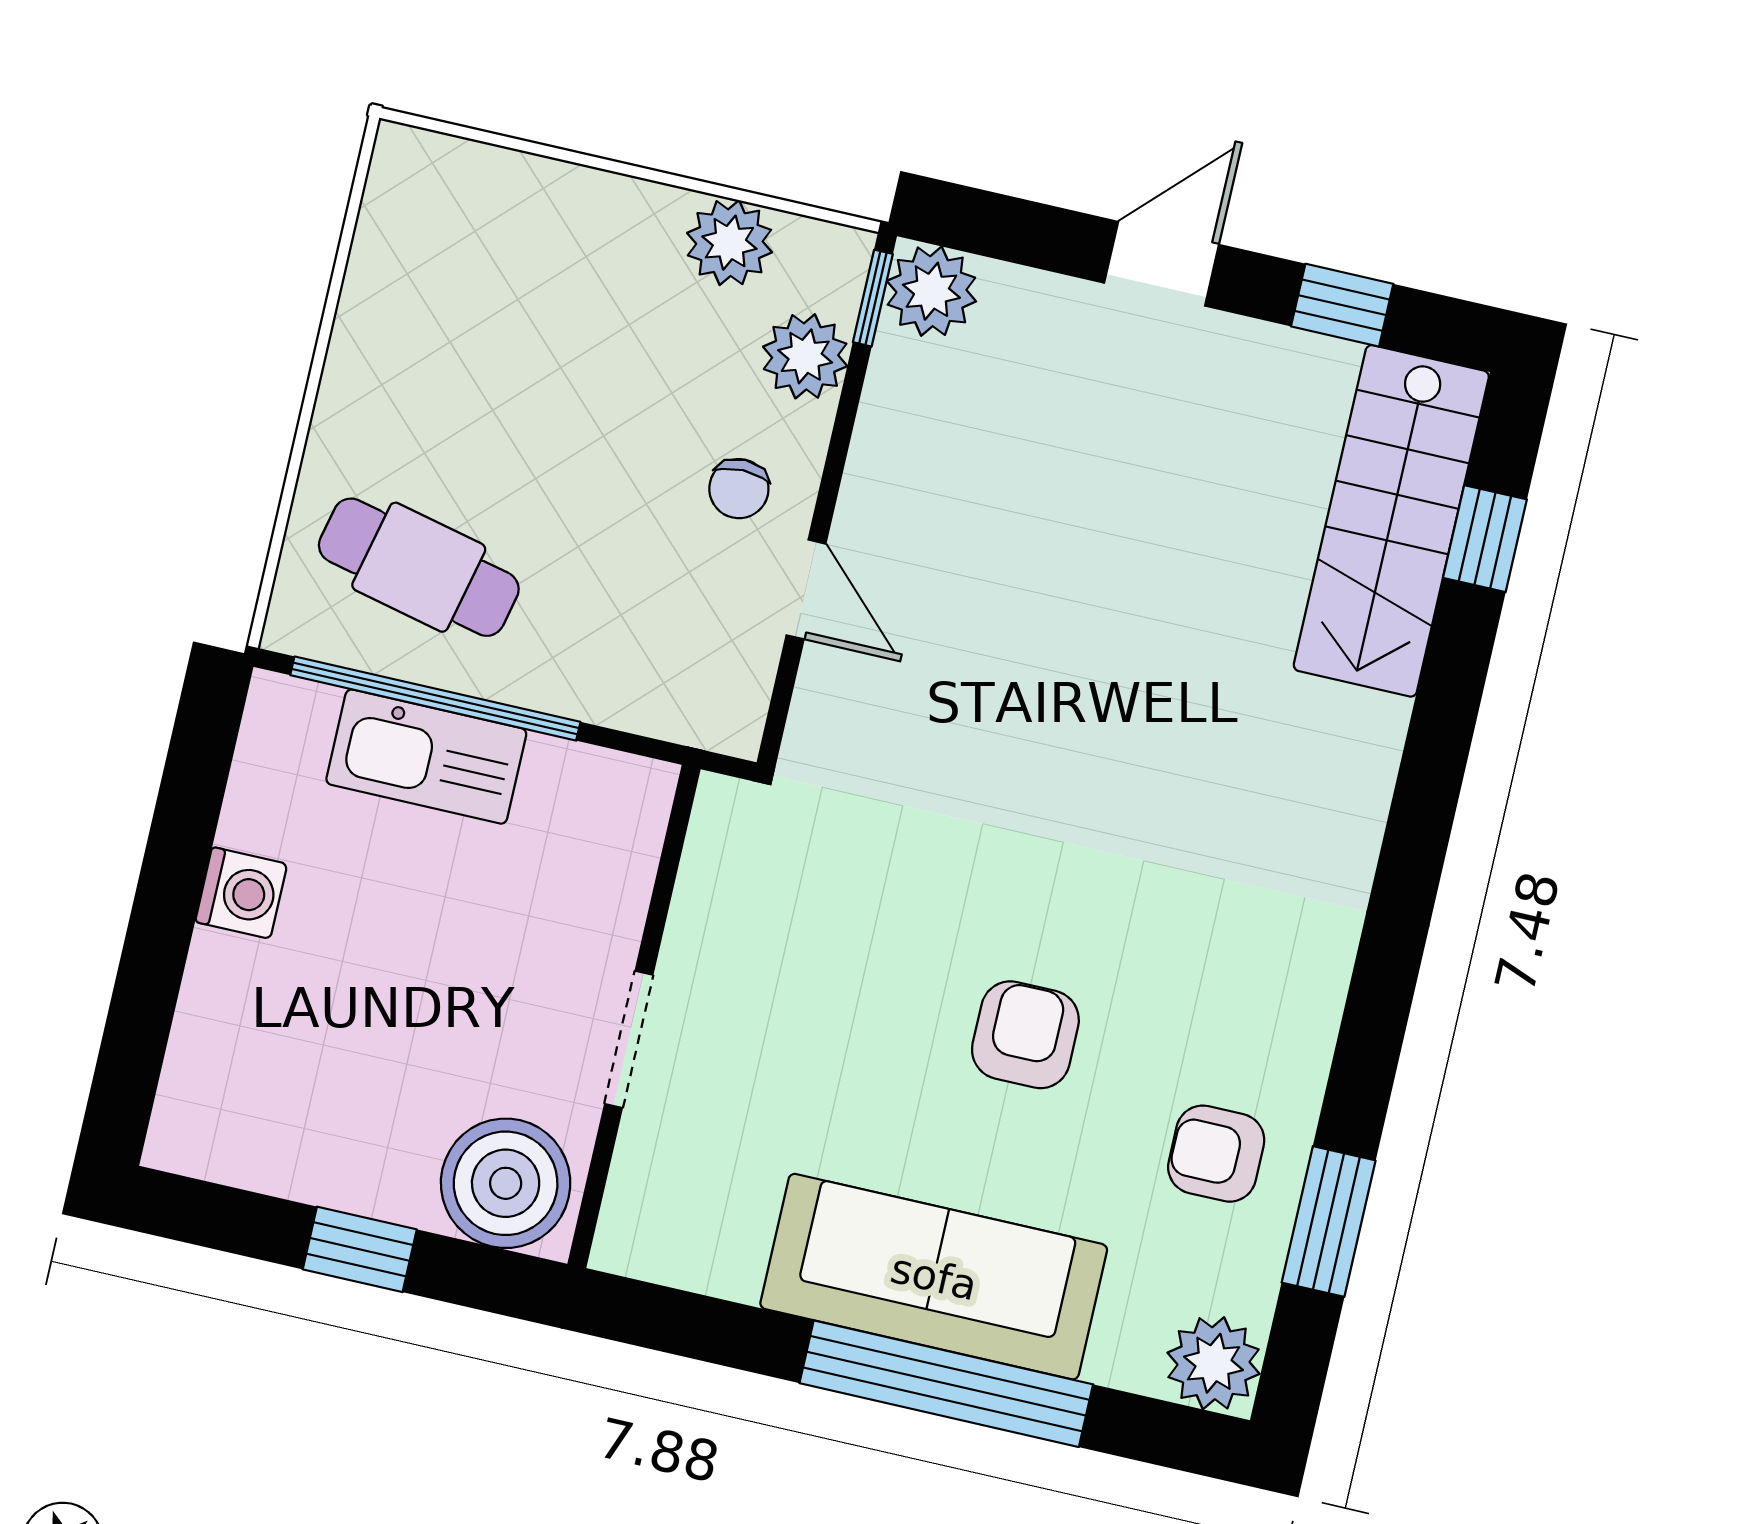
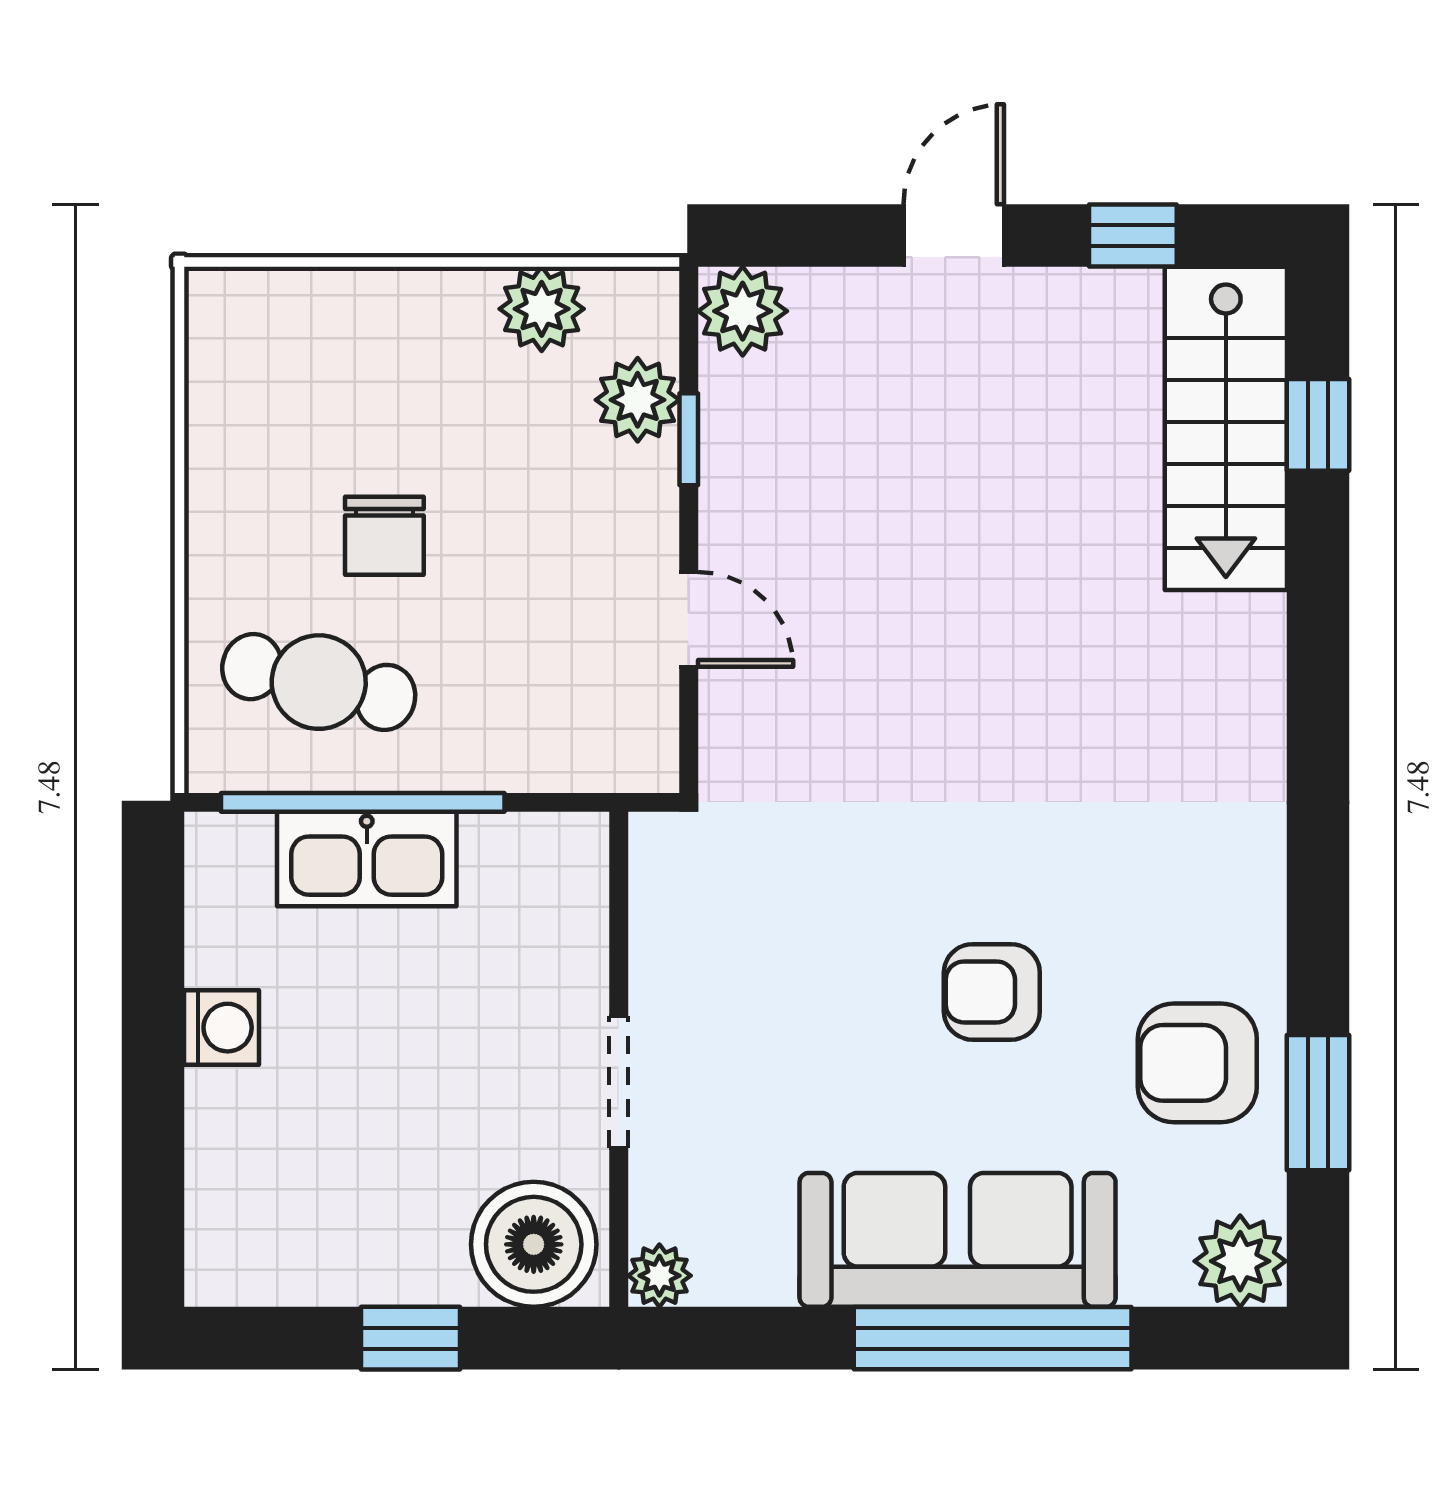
window: (873, 298) -> (689, 439), moved
chair: (739, 489) -> (384, 536), moved, width x1.37, depth x1.37
armchair: (1025, 1035) -> (992, 992), turned -90
armchair: (1216, 1154) -> (1197, 1063), width x1.38, depth x1.38
plant: (625, 1244) -> (659, 1276), added

